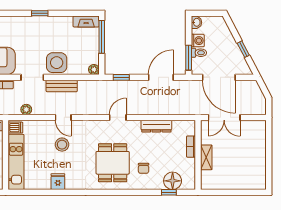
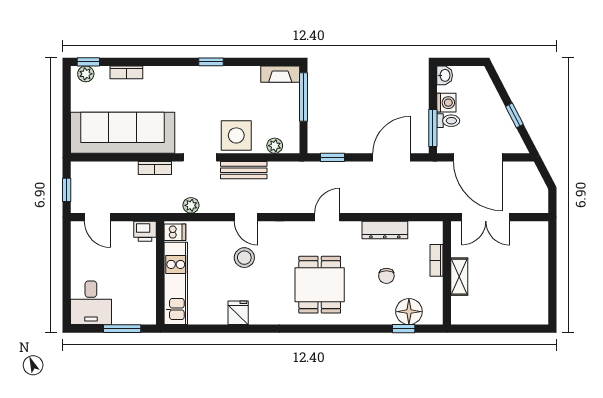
plant: (94, 70) -> (275, 146), moved
chair: (144, 168) -> (386, 276), moved

